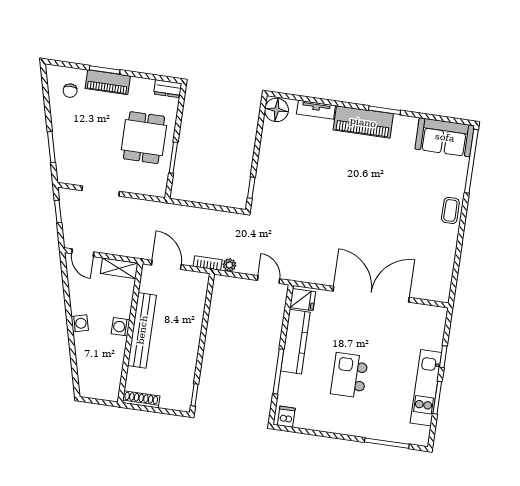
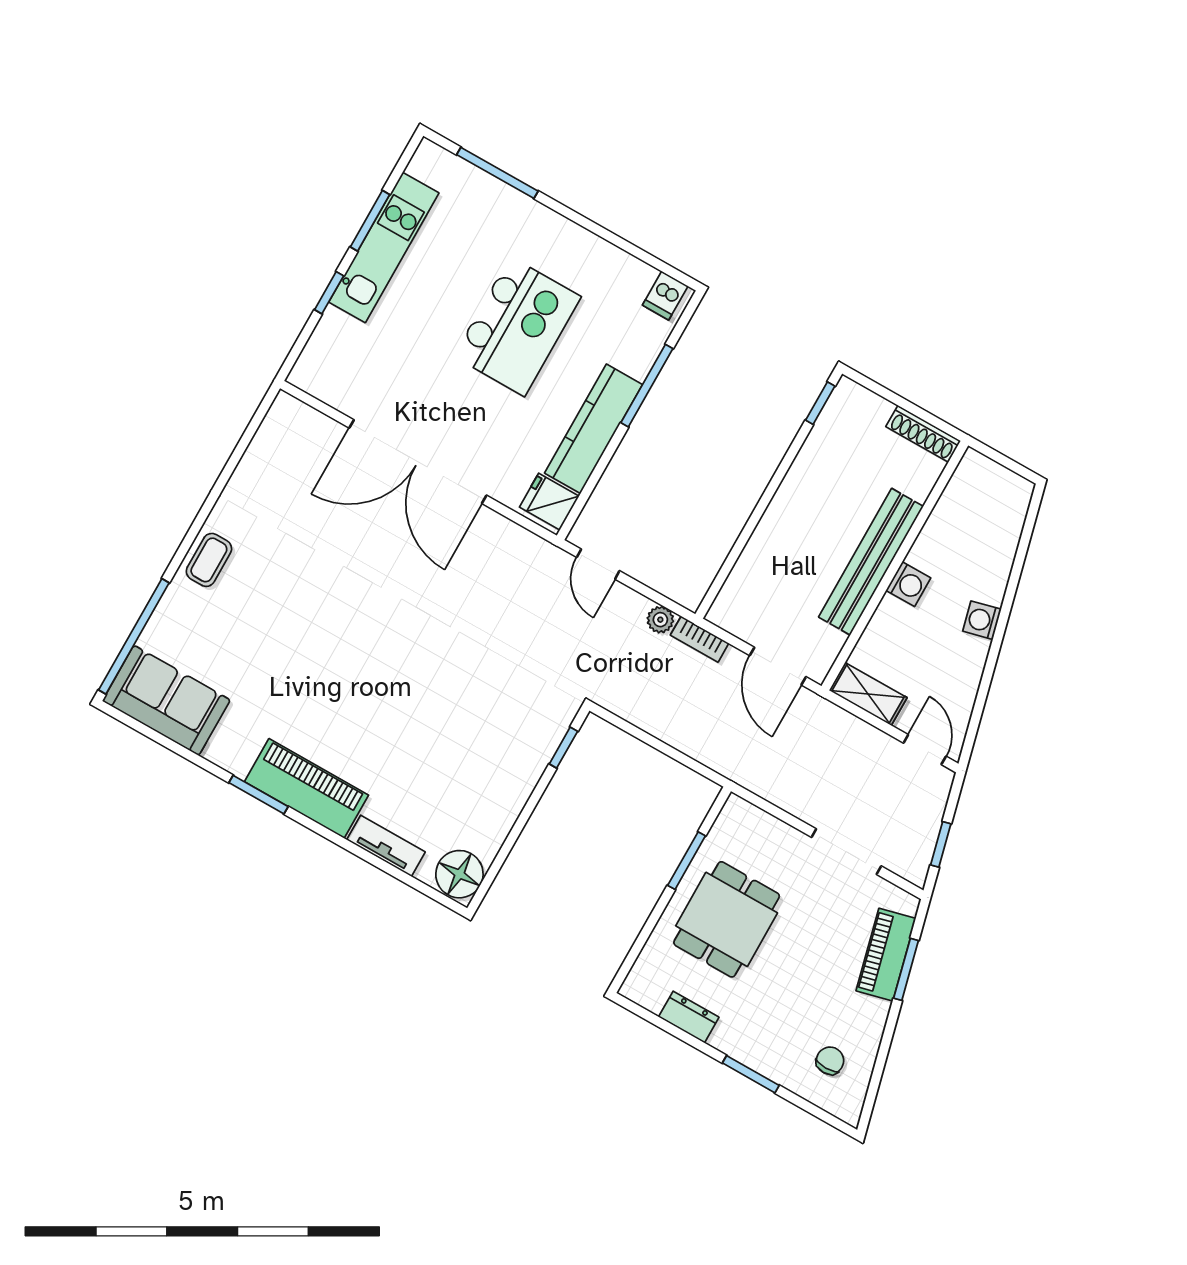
piano: (108, 82) -> (886, 955), moved, turned -104
dresser: (168, 89) -> (689, 1017), moved
kitchen island: (349, 375) -> (517, 327), width x1.37, depth x1.28

